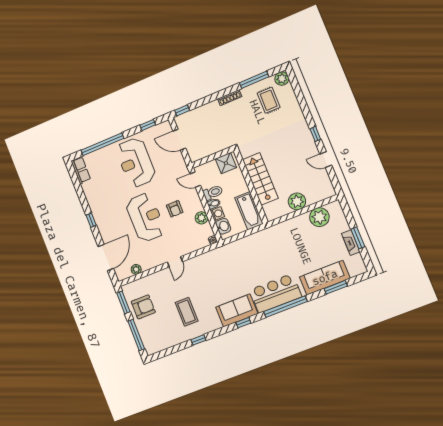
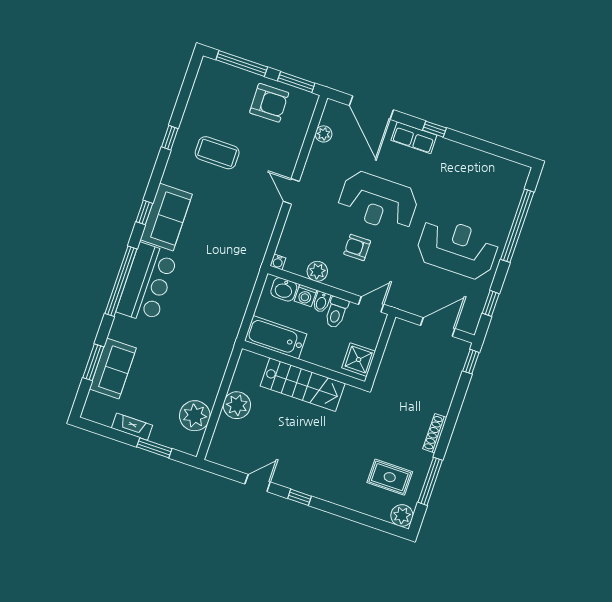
row of seats: (81, 170) -> (414, 138), moved
window: (358, 238) -> (154, 448), moved
sofa: (325, 278) -> (113, 368), width x0.73
armchair: (143, 307) -> (269, 103), turned -91

